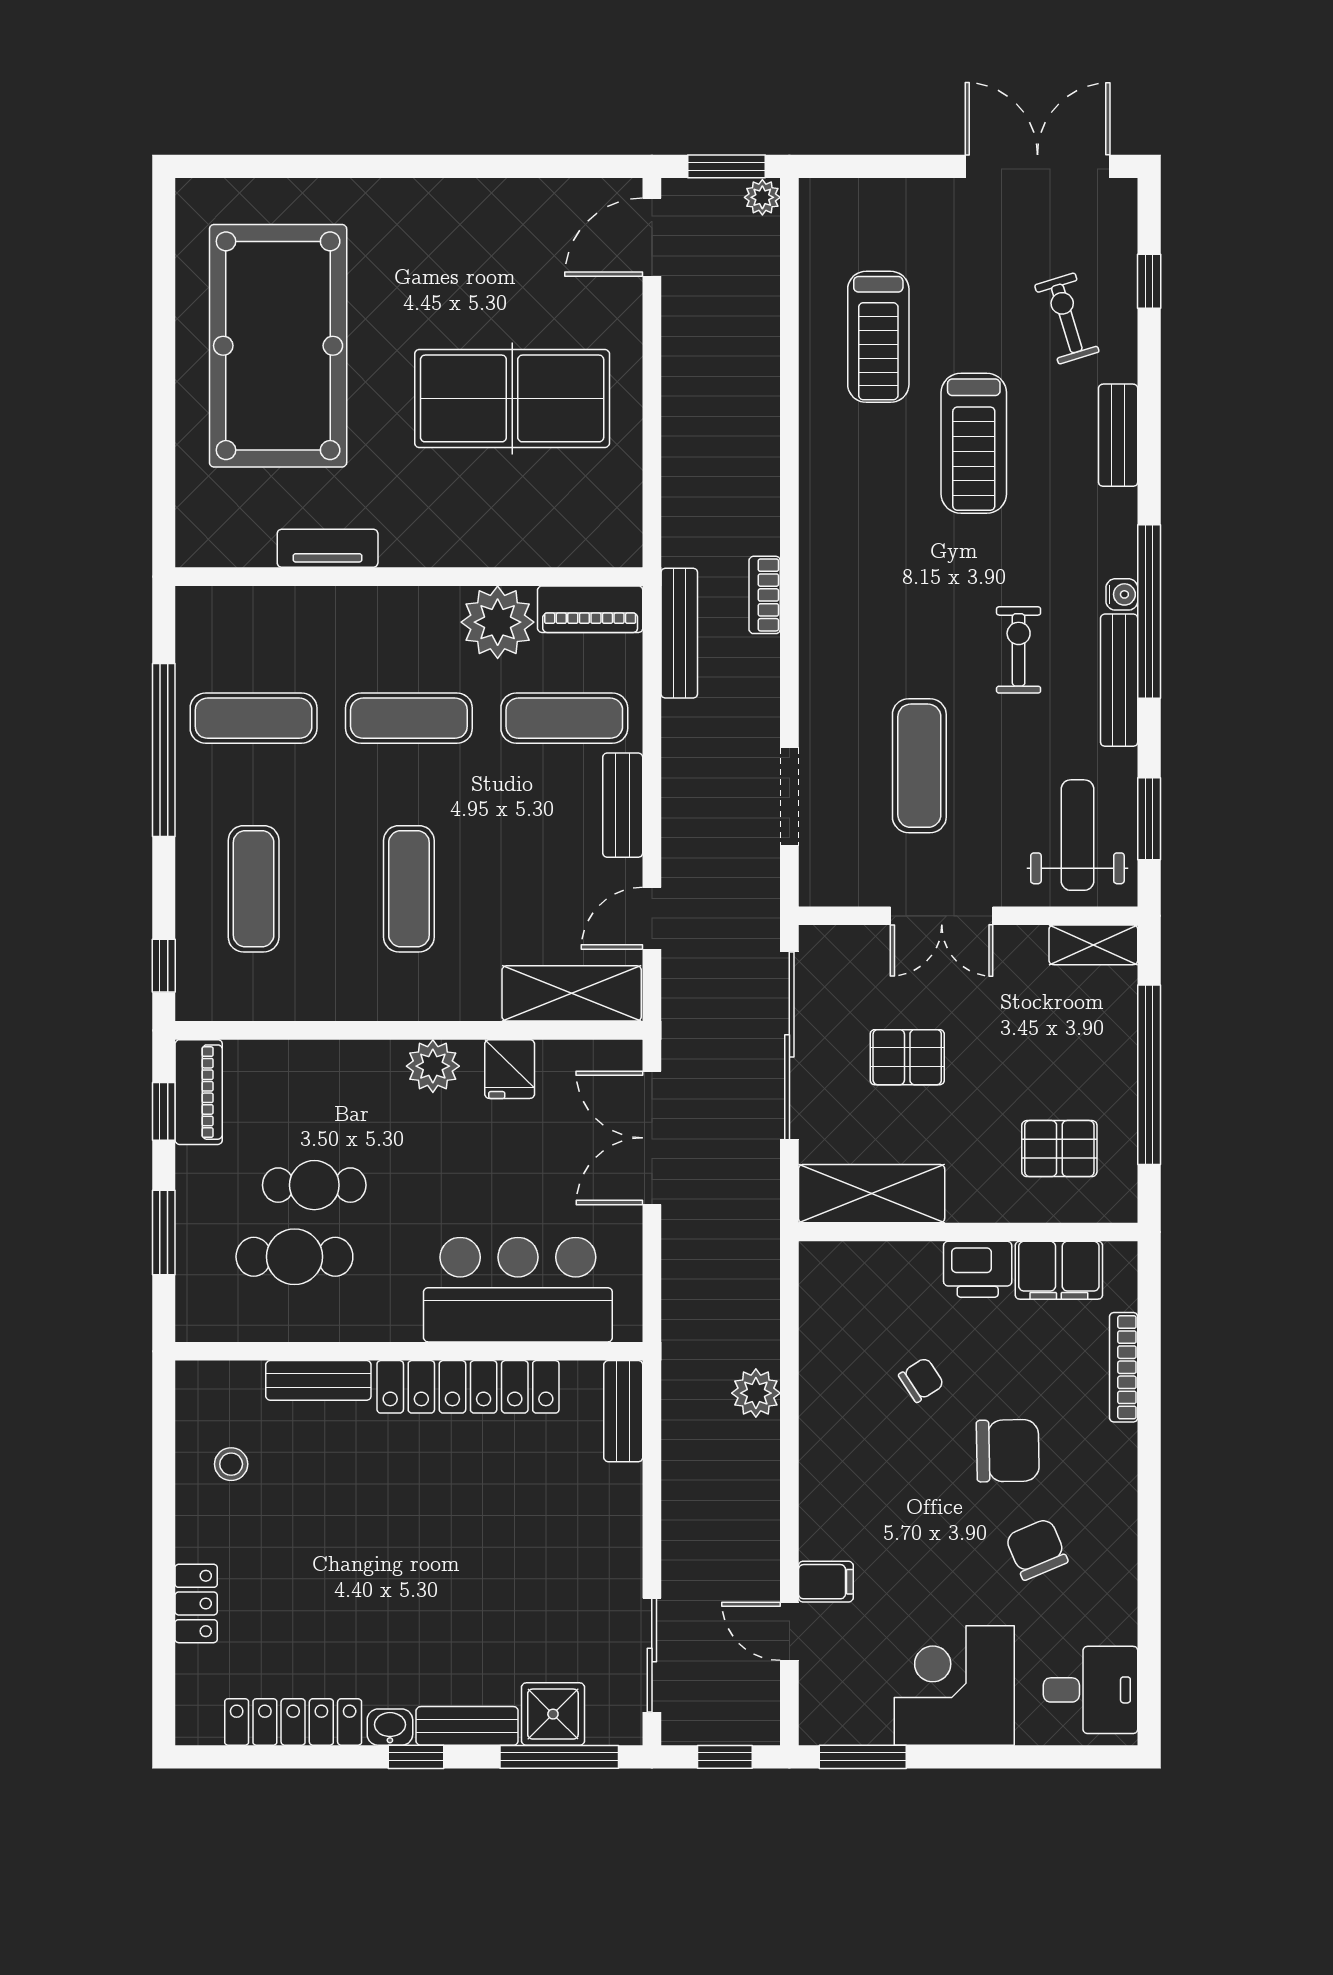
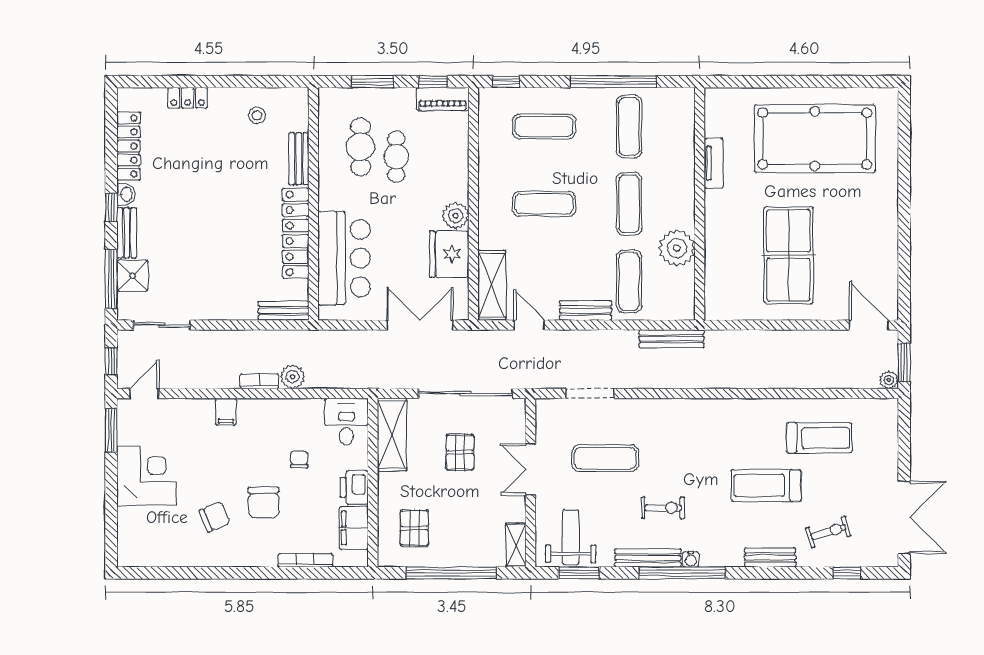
treadmill: (878, 337) -> (819, 438), turned 180
bookcase: (765, 595) -> (259, 381), moved
piano: (590, 609) -> (683, 294), removed
weight bench: (1077, 835) -> (571, 537), turned -90
fridge: (510, 1069) -> (449, 254), width x1.88, depth x1.34
chair: (921, 1380) -> (299, 459), turned -147
filing cabinet: (826, 1582) -> (226, 412), moved
door: (789, 1631) -> (144, 394), moved
desk: (1091, 1690) -> (346, 422), moved, turned 180

